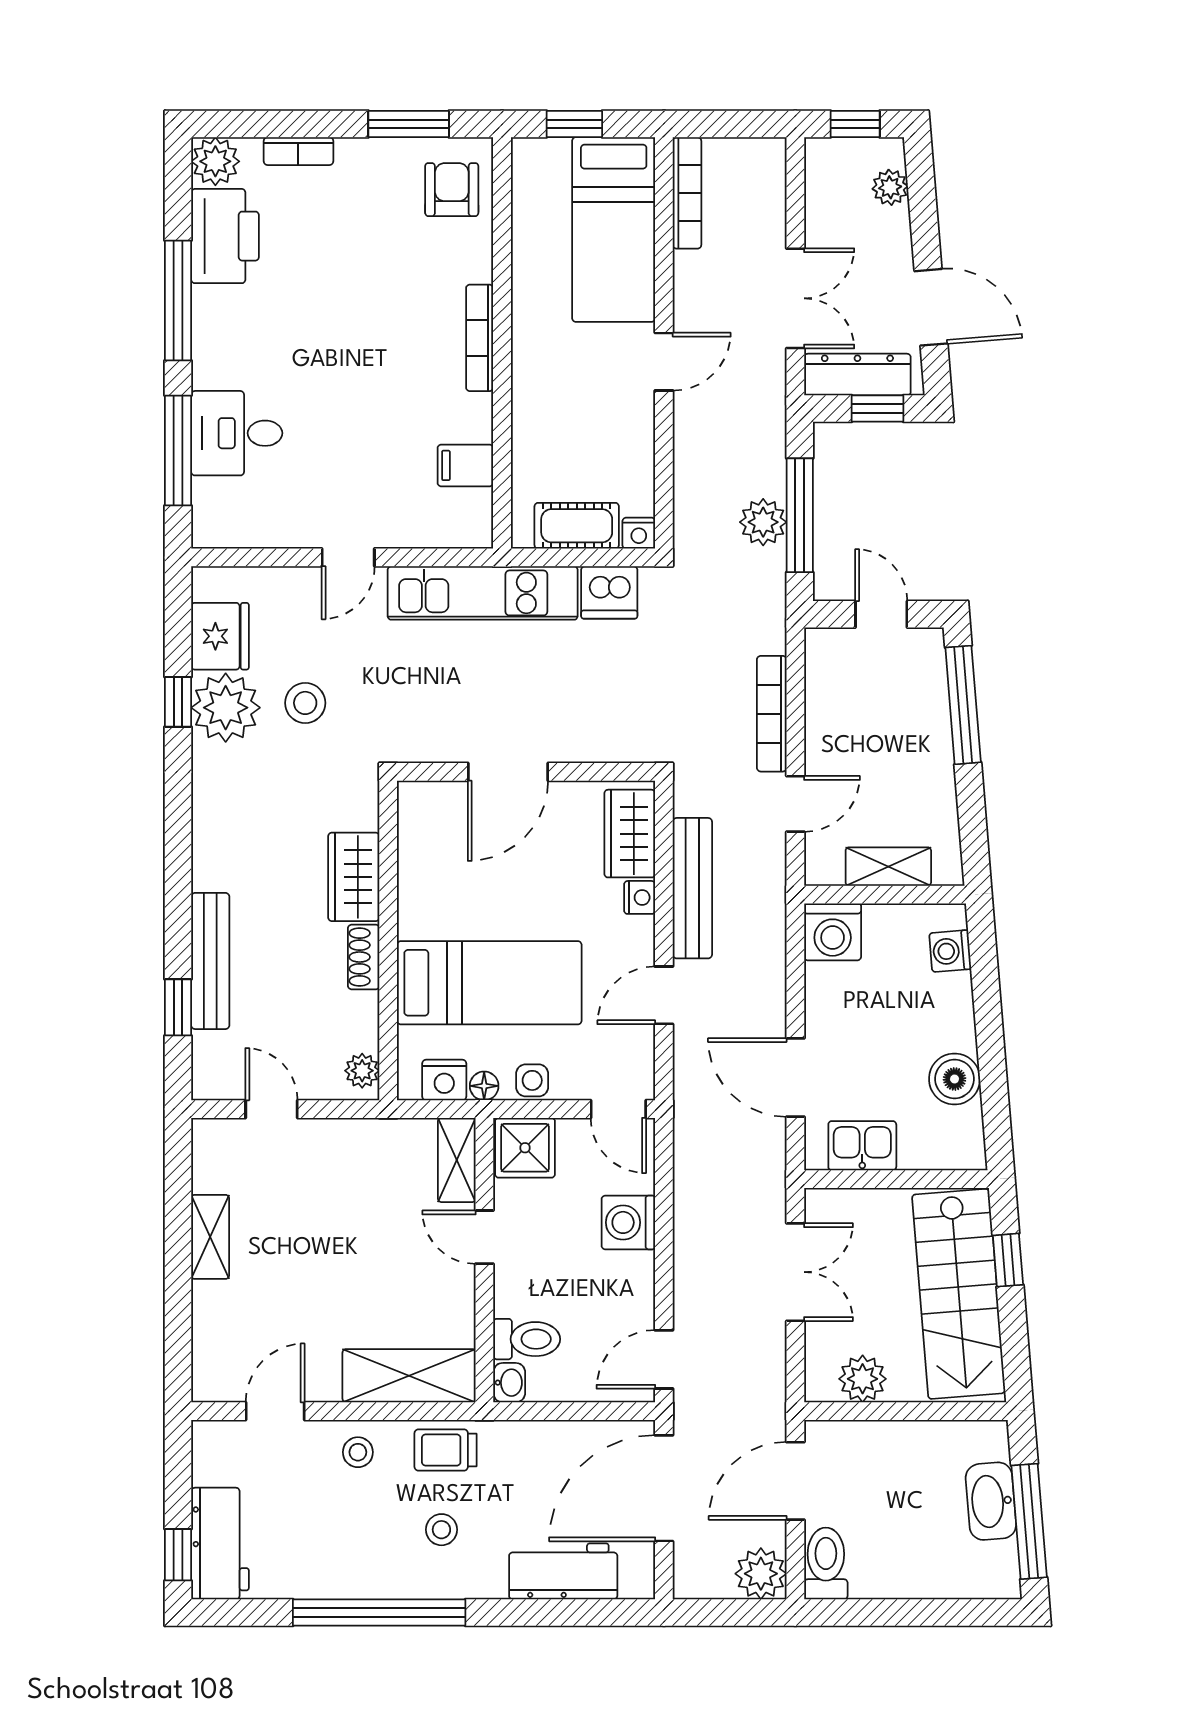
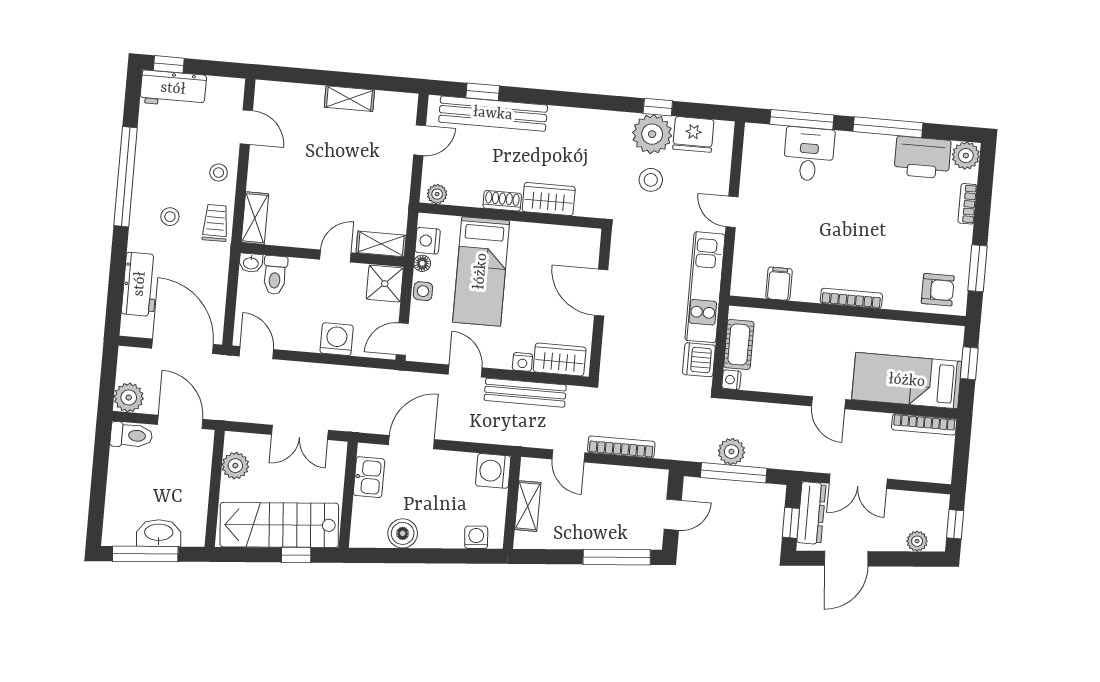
bench: (210, 961) -> (493, 114), width x1.37, depth x1.21
shelving: (409, 1376) -> (255, 218), width x0.67, depth x0.75

